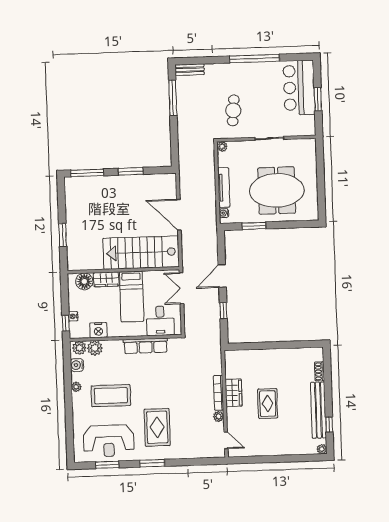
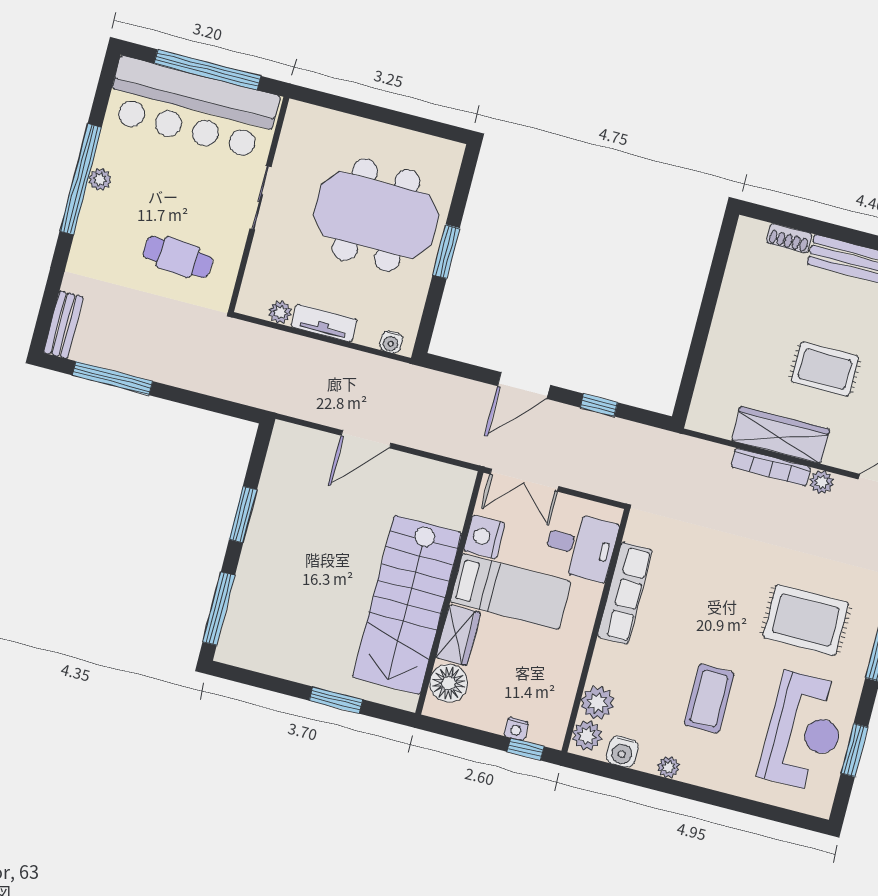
plant: (257, 67) -> (100, 179), added
bar counter: (299, 88) -> (192, 108), width x1.36
window: (318, 99) -> (207, 70), width x2.11
plant: (222, 147) -> (280, 312), moved
tv unit: (224, 188) -> (324, 323), width x0.71
meeting table: (277, 190) -> (376, 215), turned 90
door: (179, 215) -> (366, 439), width x0.73
window: (254, 226) -> (446, 252), moved
stairs: (141, 253) -> (407, 605), moved
door: (222, 276) -> (524, 386), hinge flipped
nightstand: (98, 330) -> (484, 537), moved, turned 180
wardrobe: (234, 393) -> (781, 435), width x1.50
coffee table: (111, 396) -> (709, 699), width x0.73, depth x0.76

